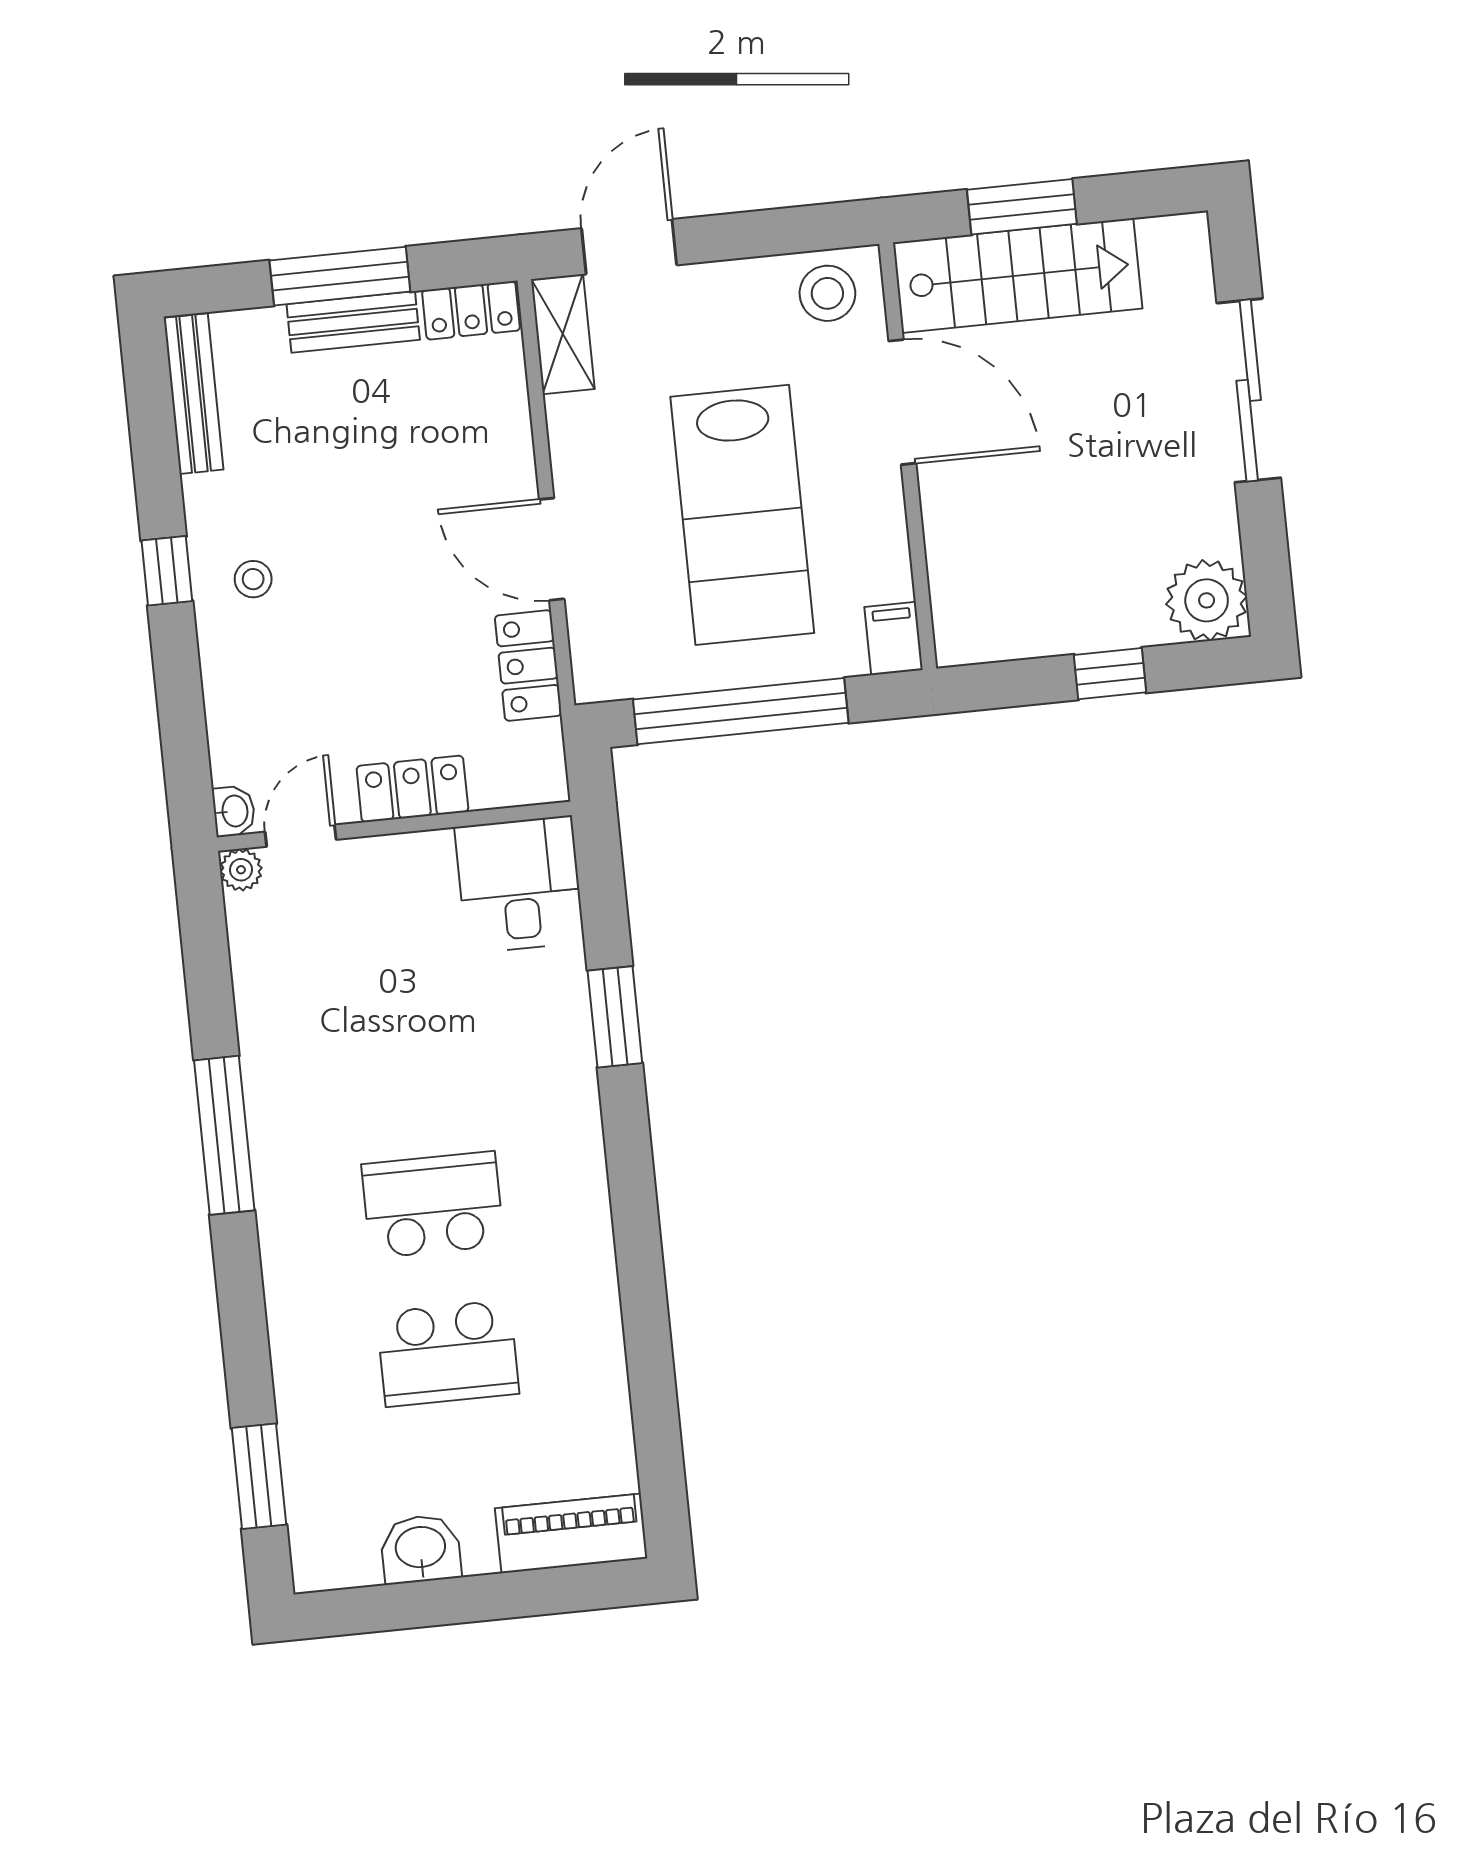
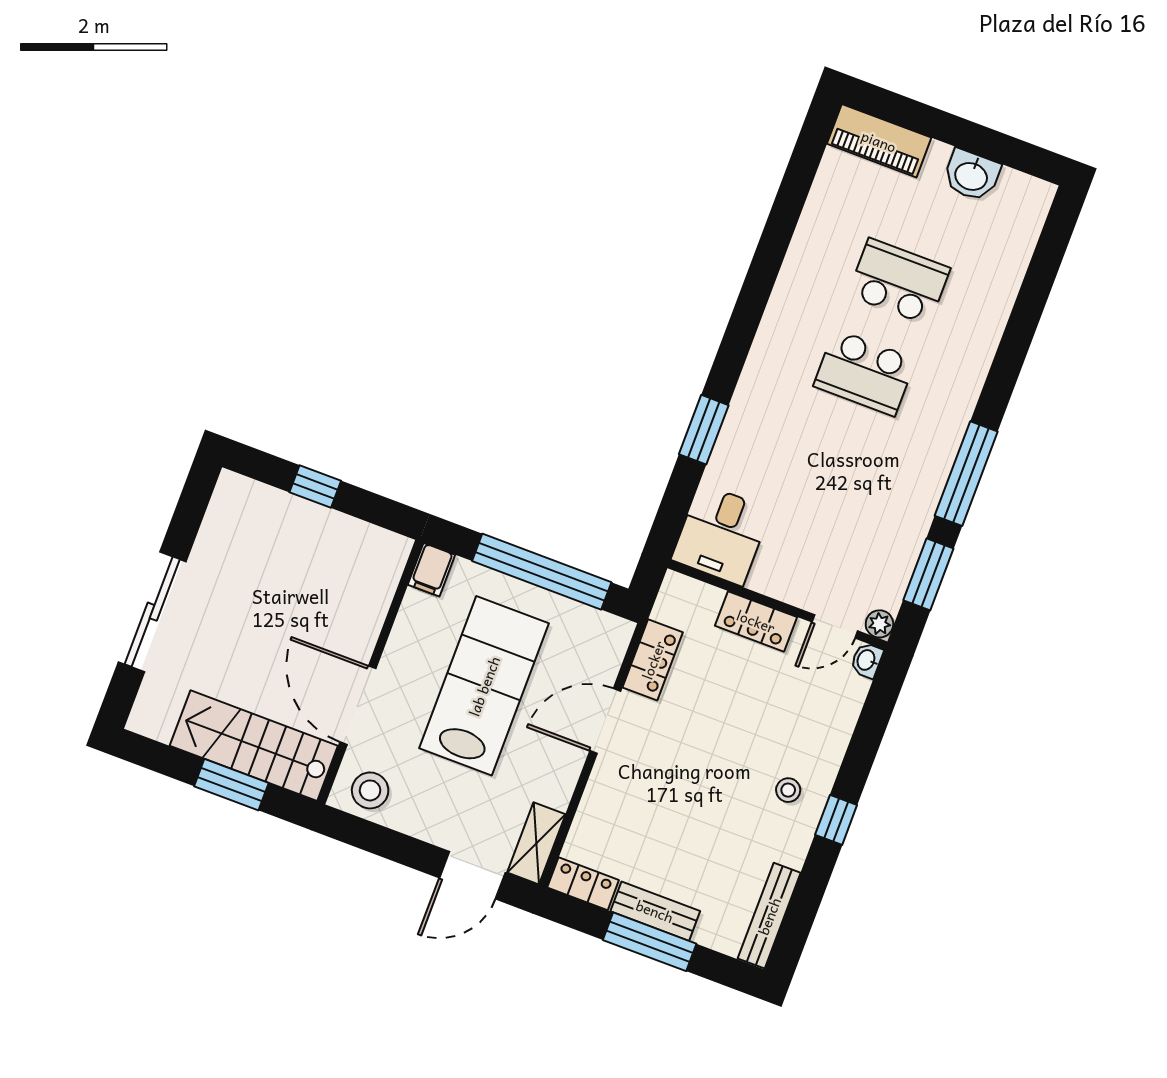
door: (552, 549) -> (605, 721), swing flipped
plant: (1207, 600) -> (238, 501), removed
window: (259, 1476) -> (928, 574), moved

